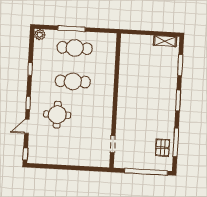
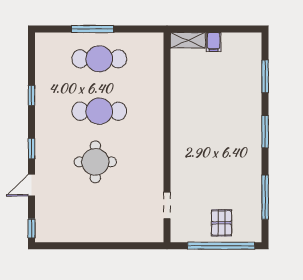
plant: (40, 35) -> (44, 41), removed
filing cabinet: (148, 41) -> (214, 42), added
shelving: (165, 41) -> (188, 40), moved
round table: (57, 115) -> (95, 162), moved
pallet: (162, 148) -> (221, 223), moved

